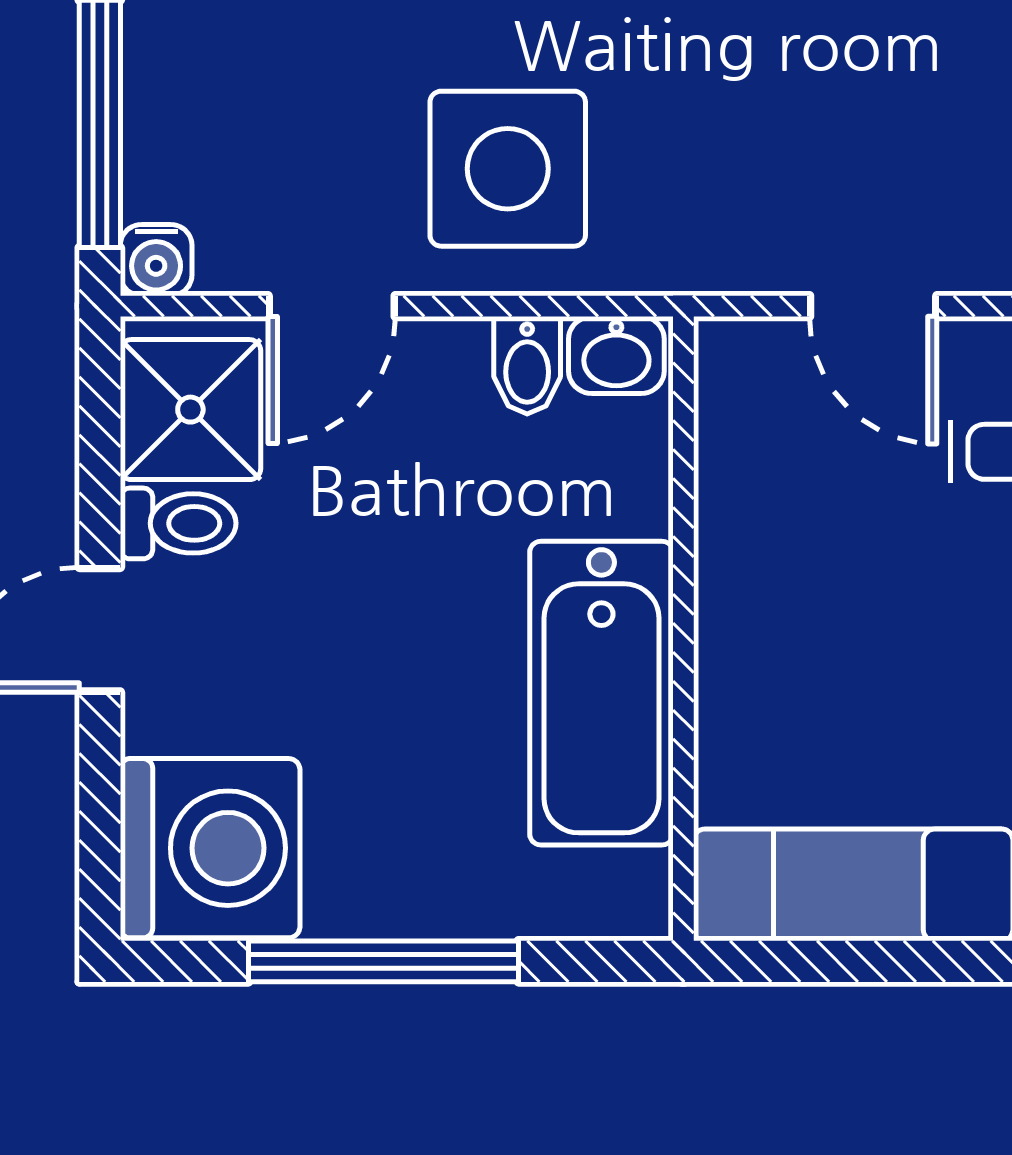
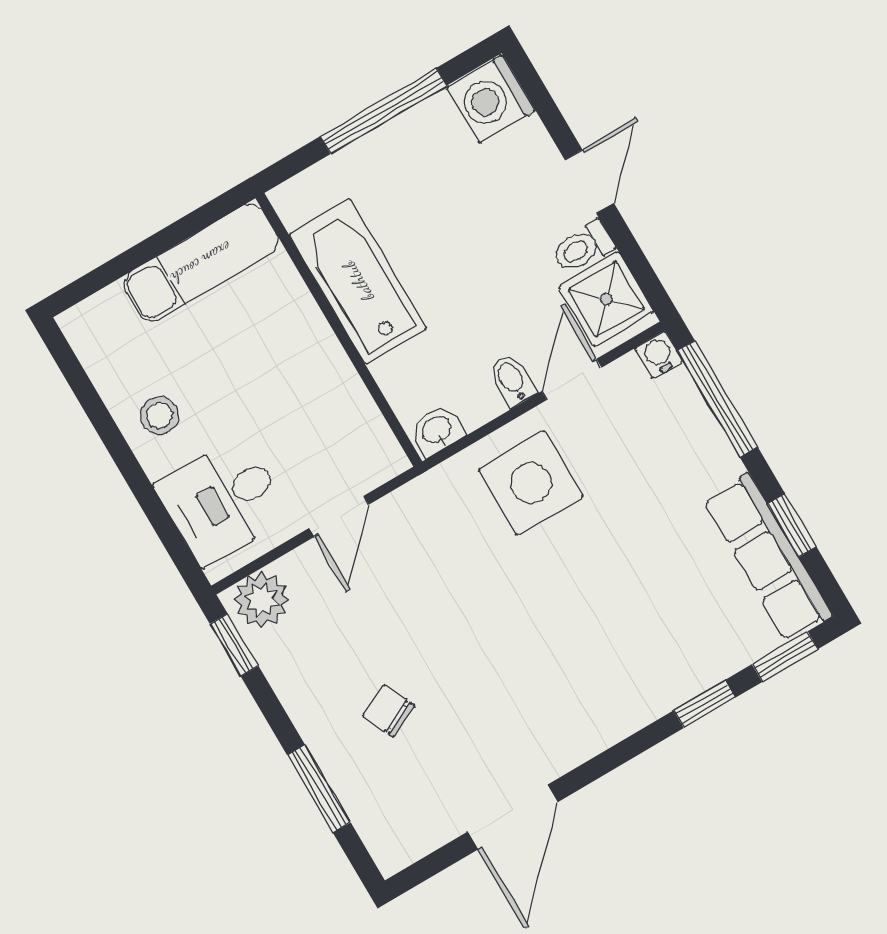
door: (873, 306) -> (339, 516), swing flipped
bidet: (527, 365) -> (512, 380), moved
washing machine: (210, 848) -> (491, 99), width x0.73, depth x0.73

